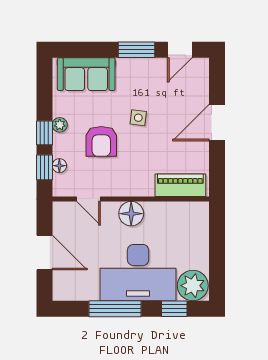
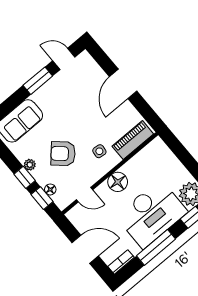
door: (180, 50) -> (64, 59), swing flipped
side table: (138, 118) -> (99, 151), moved
armchair: (101, 141) -> (63, 154), turned 132
bookcase: (69, 294) -> (121, 262), added

